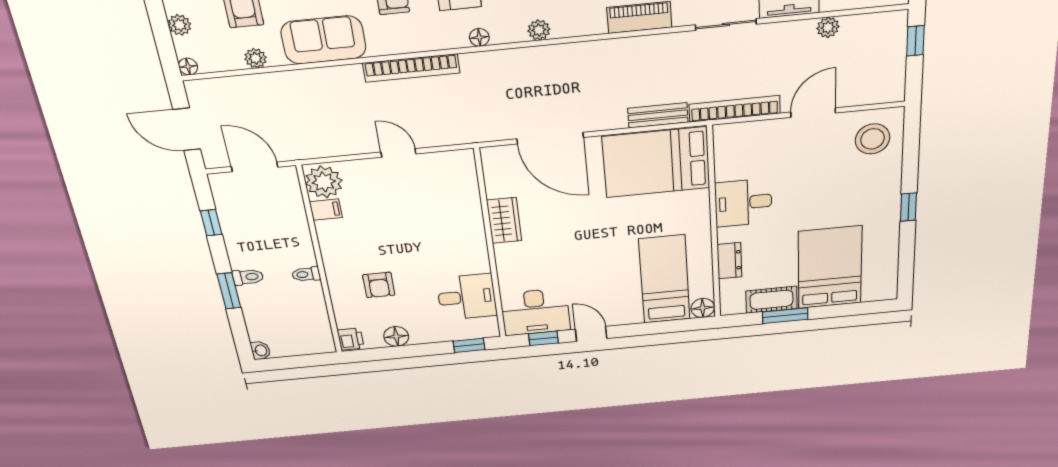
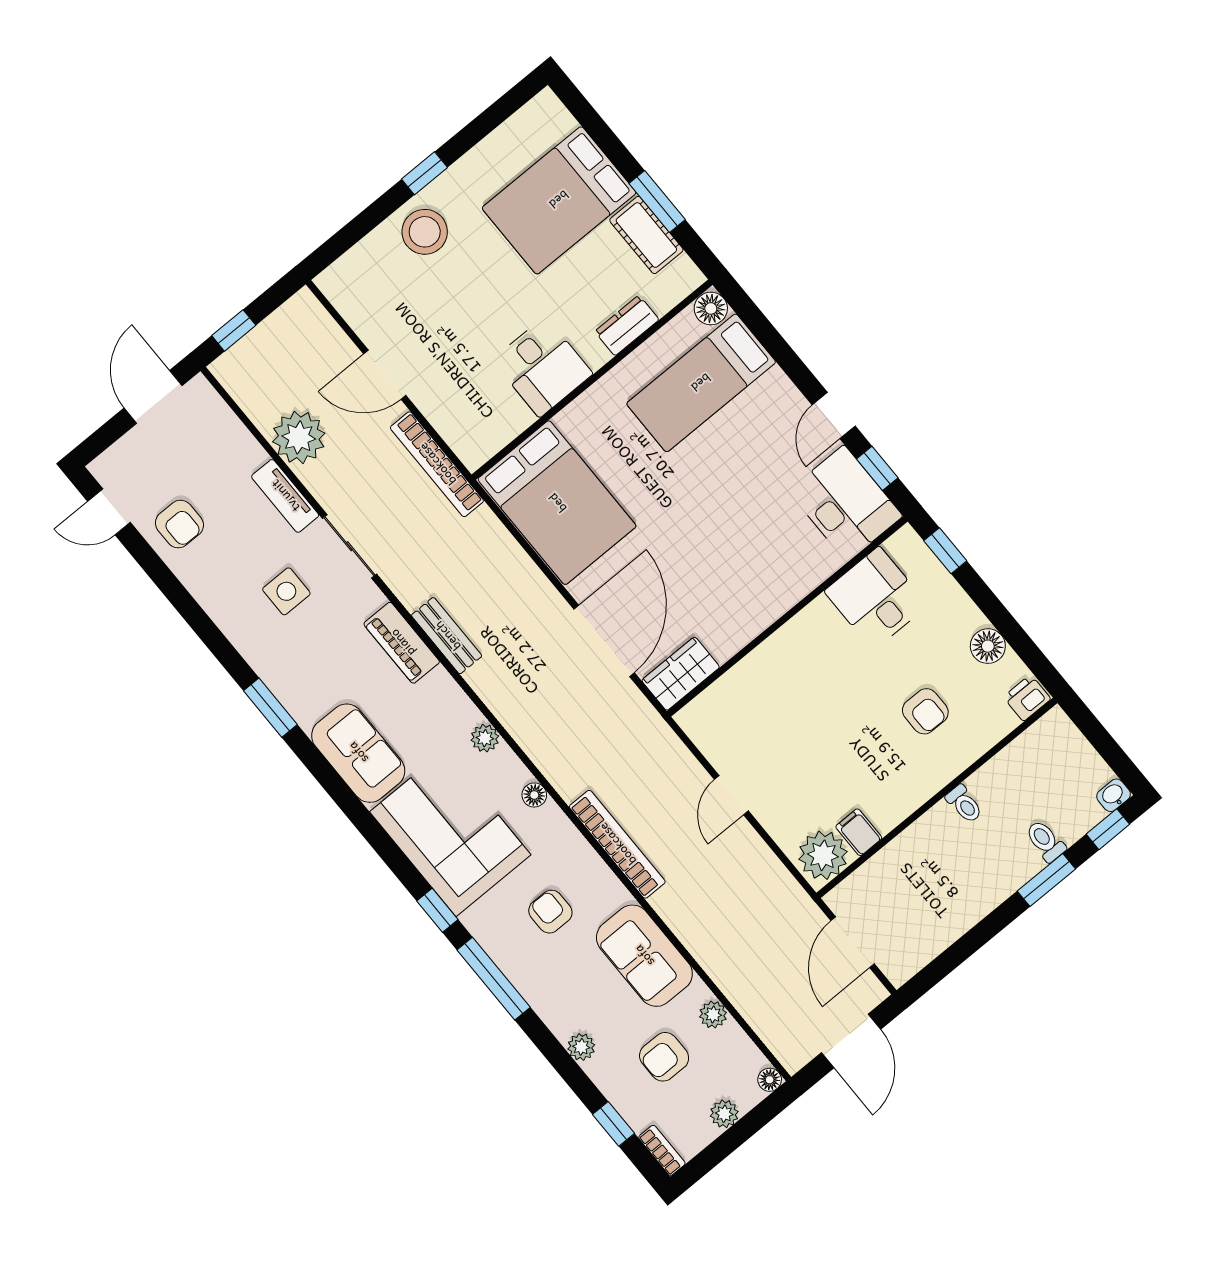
plant: (828, 27) -> (299, 437), width x1.87, depth x1.87
bench: (658, 115) -> (447, 636), moved
stool: (873, 139) -> (425, 232), moved
wardrobe: (504, 220) -> (681, 674), moved
window: (211, 223) -> (1108, 829), moved
toilet: (248, 277) -> (1045, 841), moved
armchair: (379, 285) -> (925, 711), turned 90

